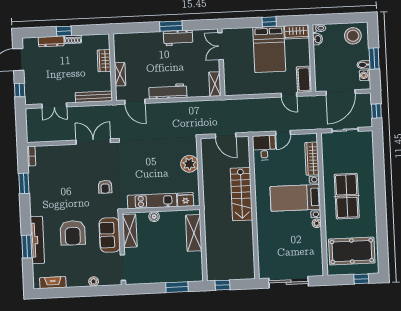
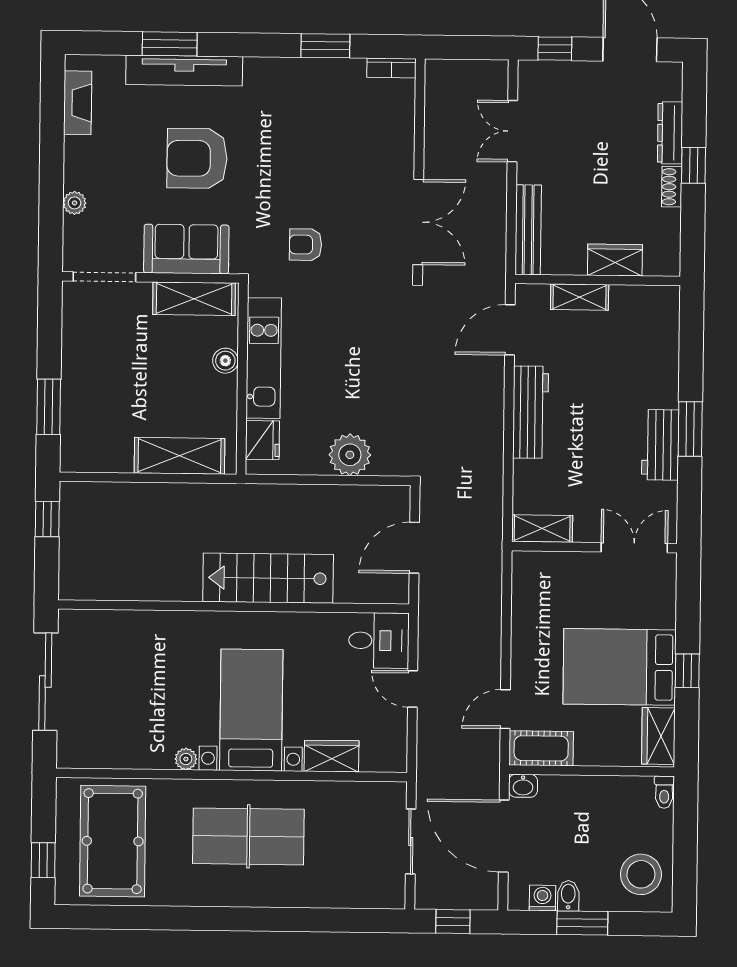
washbasin: (318, 39) -> (523, 786), moved
wardrobe: (312, 159) -> (332, 756), width x0.67

